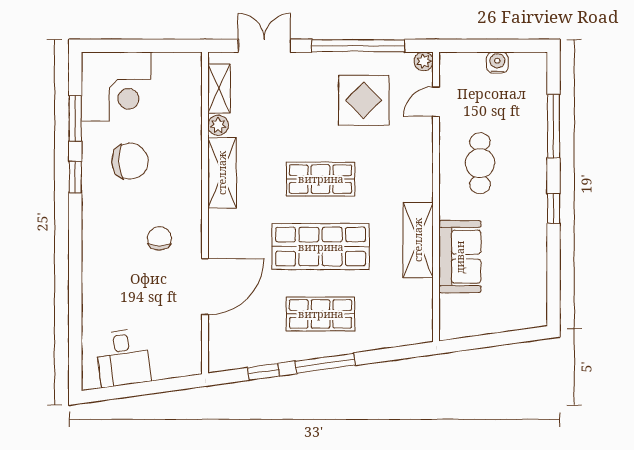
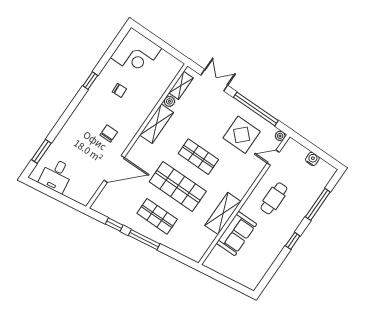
window: (75, 118) -> (41, 151), moved
chair: (130, 161) -> (119, 90), width x0.54, depth x0.54

